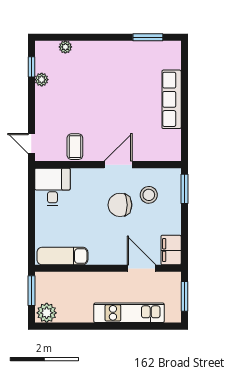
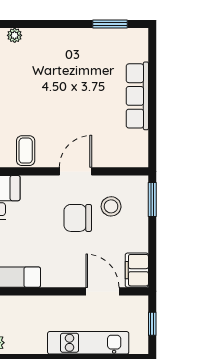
window: (184, 296) -> (152, 324), width x0.67

